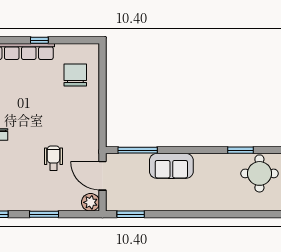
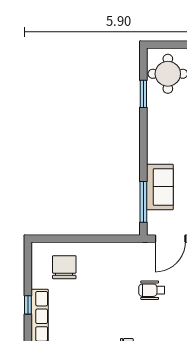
chair: (75, 75) -> (64, 267), turned 90
sofa: (171, 166) -> (160, 187), moved

